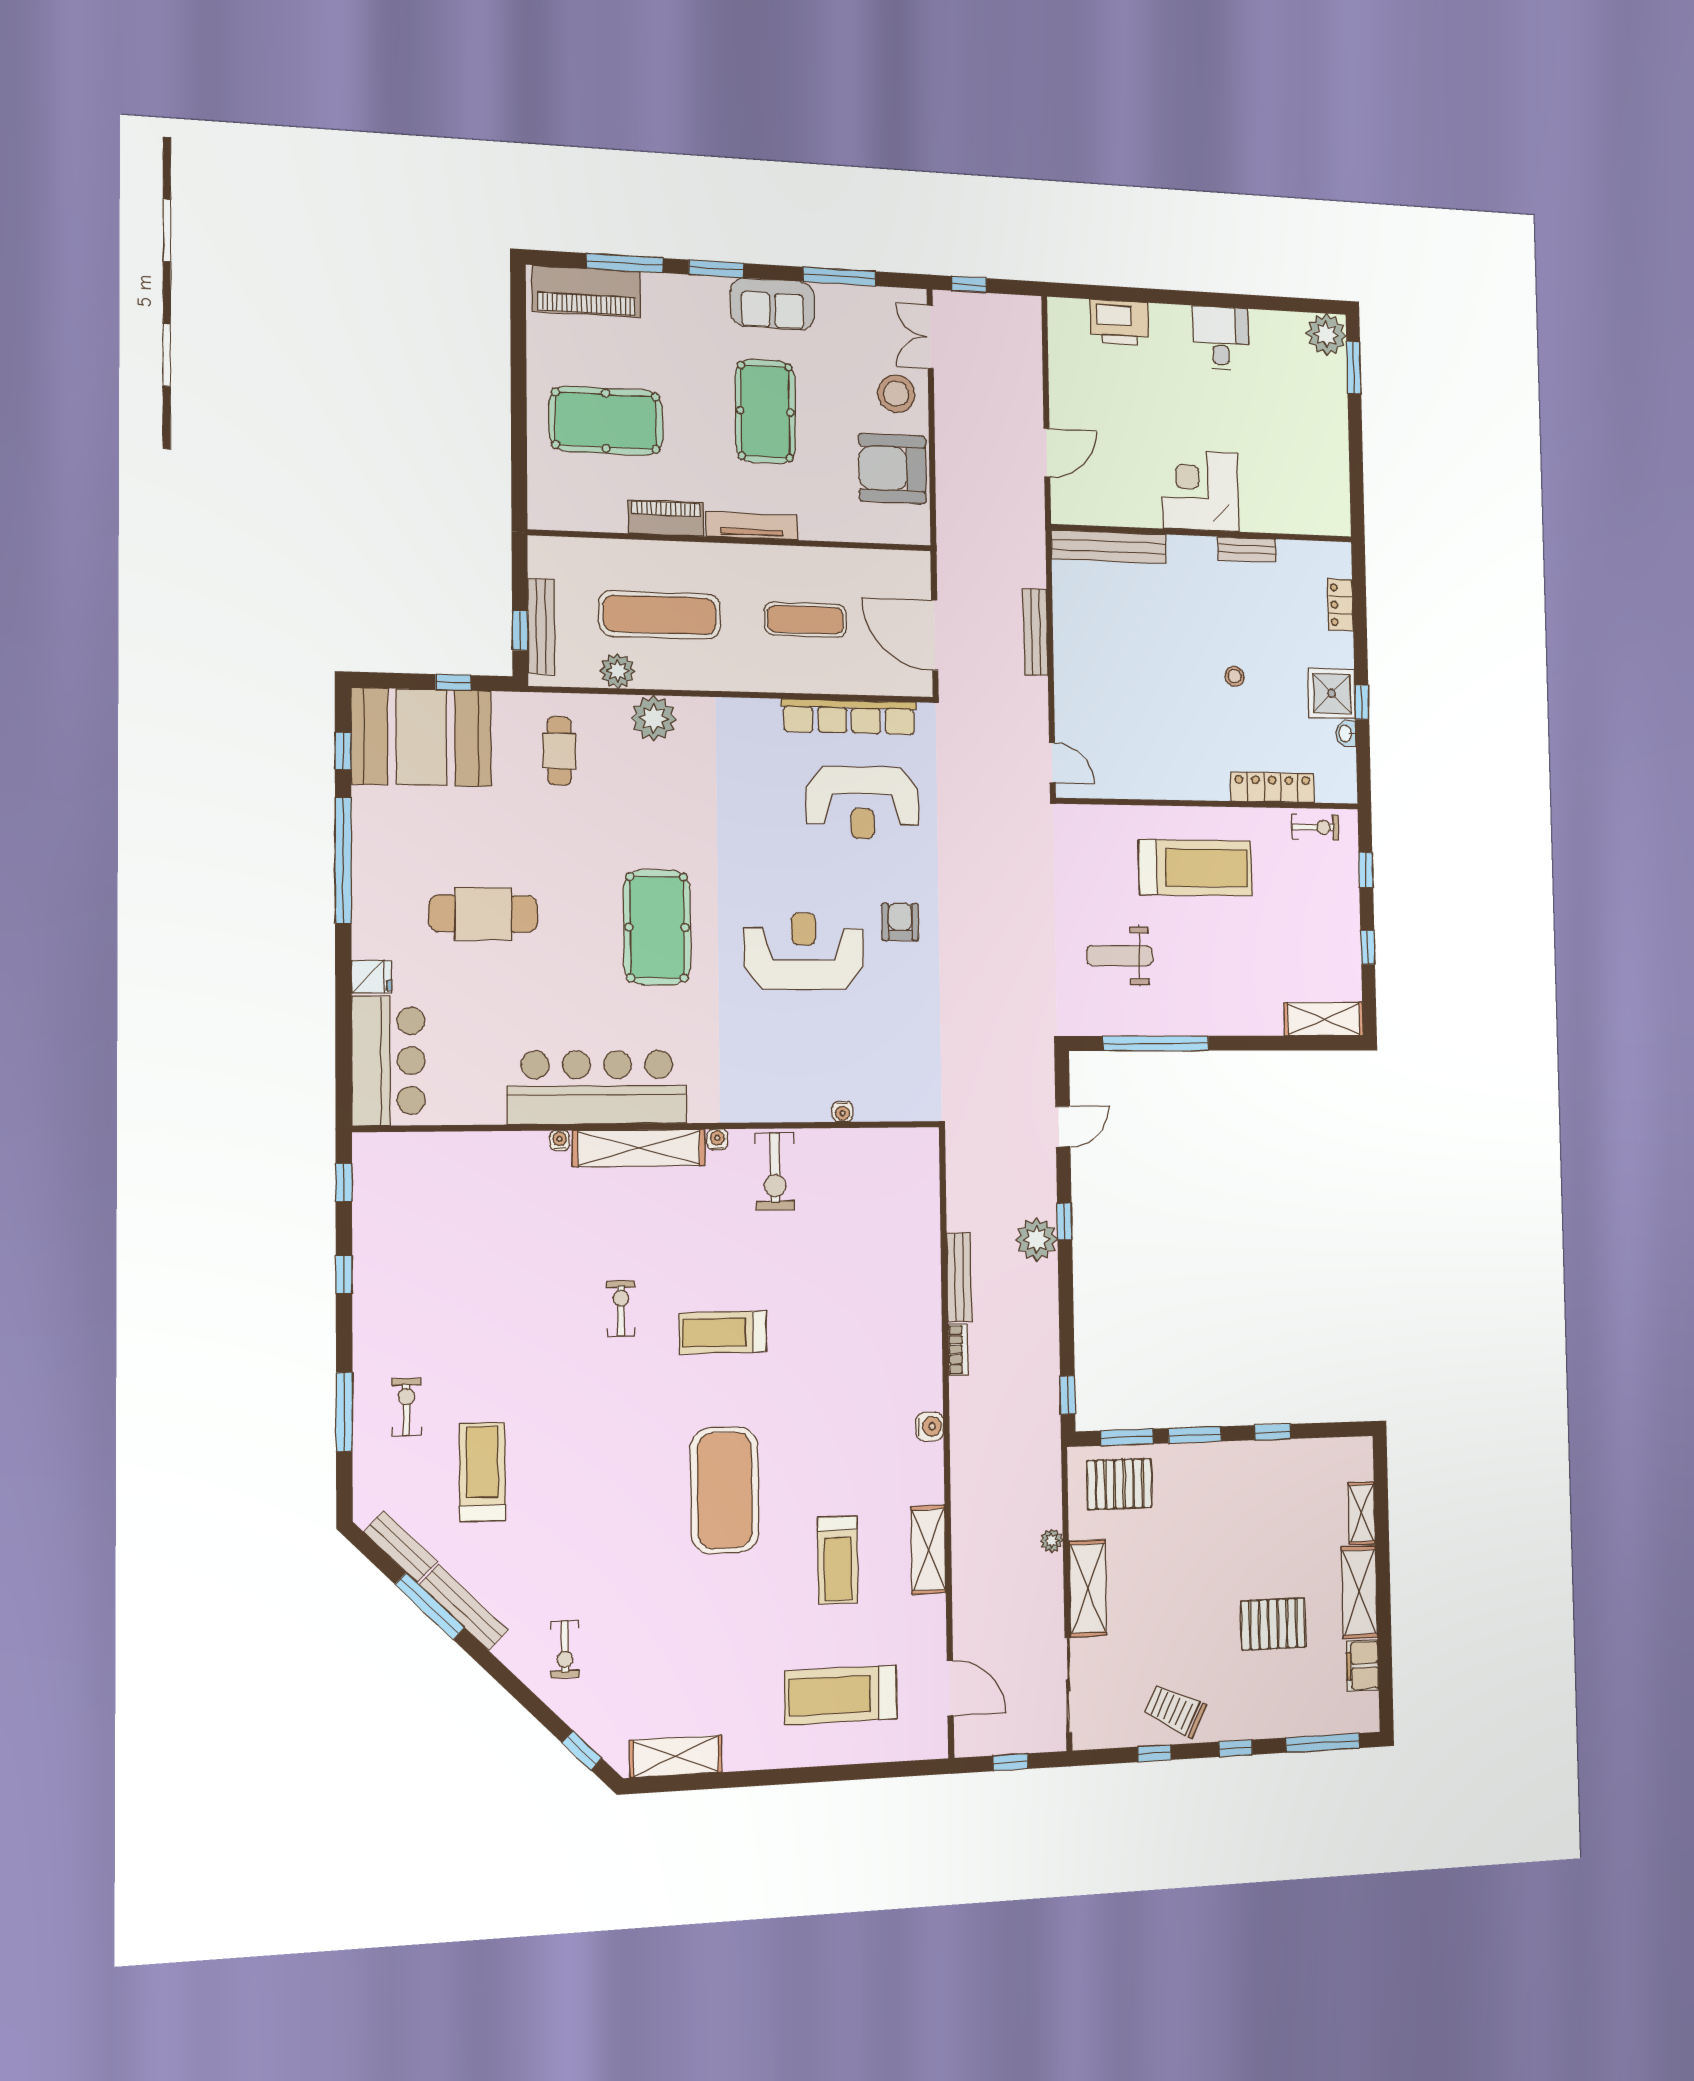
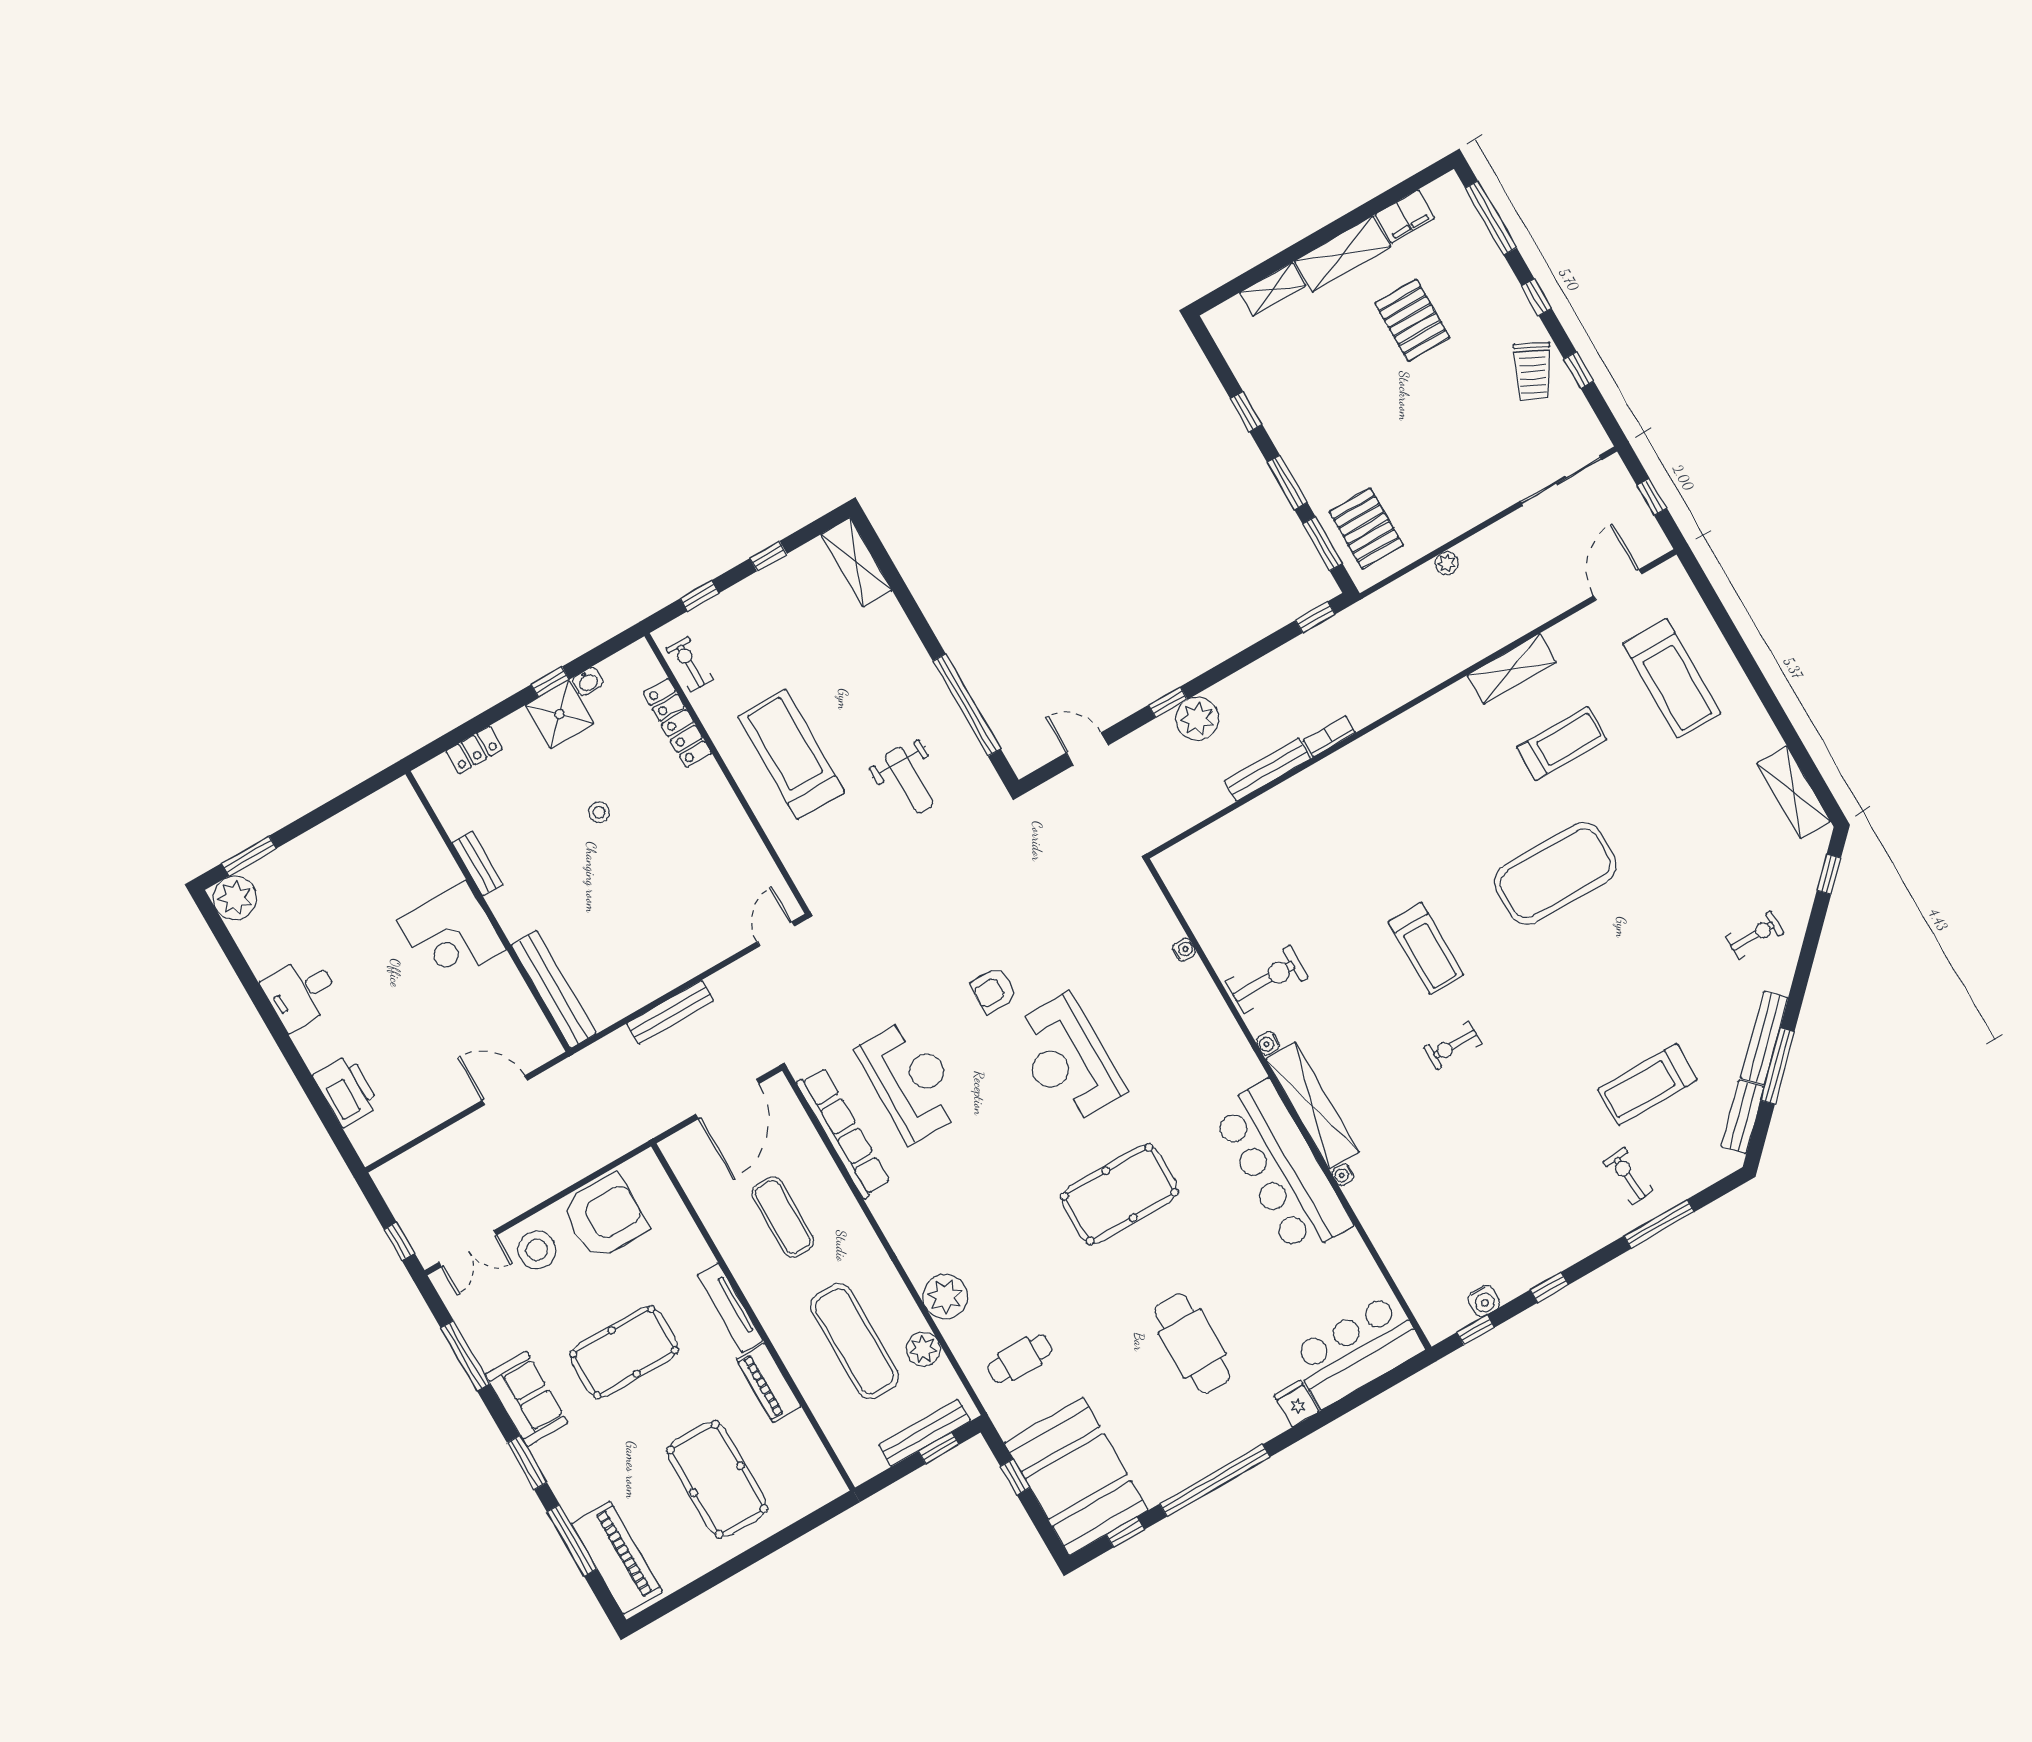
armchair: (892, 469) -> (605, 1217), turned -90
exercise bike: (406, 1407) -> (1628, 1176), turned 86
water cooler: (930, 1426) -> (1484, 1301), moved, turned 180
shelving: (1088, 1588) -> (1470, 508), removed

